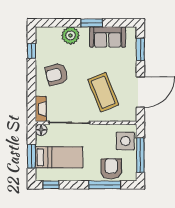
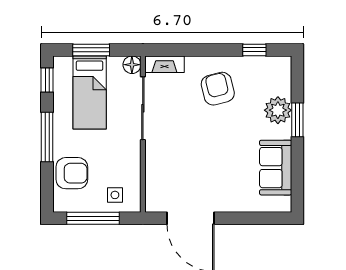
window: (92, 23) -> (297, 120), moved
window: (140, 49) -> (257, 218), removed
coffee table: (103, 92) -> (190, 161), removed
side table: (125, 141) -> (115, 195), width x0.54, depth x0.54
window: (105, 185) -> (47, 137), moved

